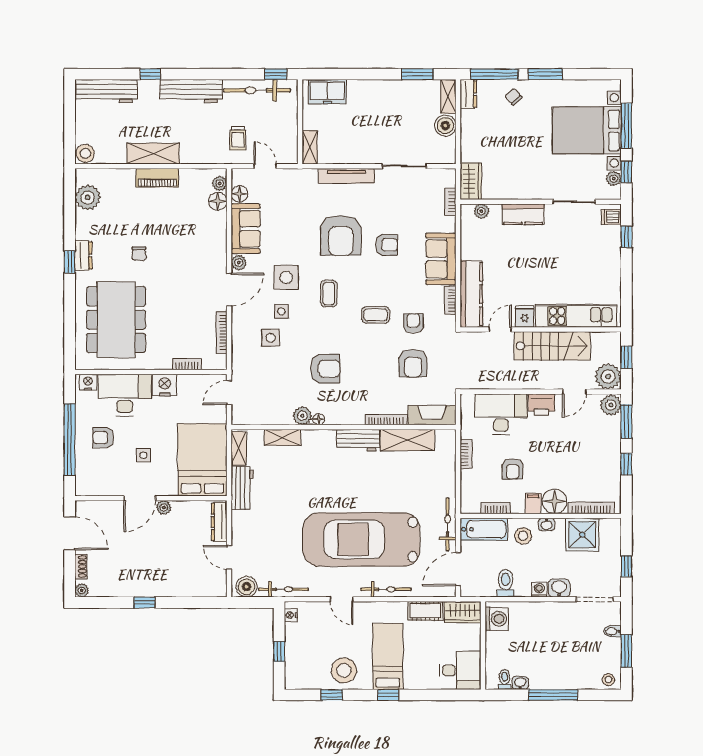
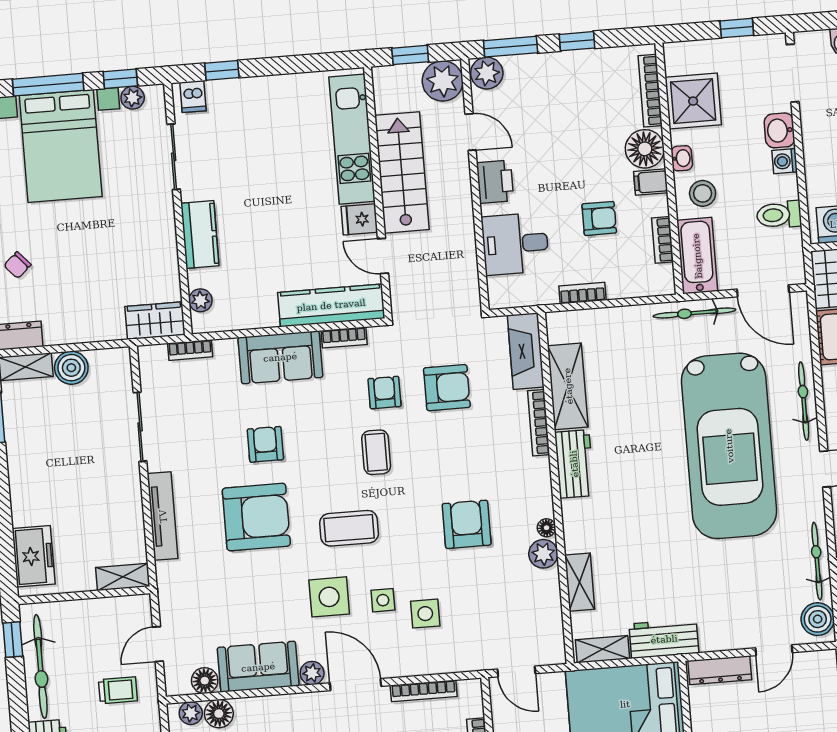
coffee table: (329, 294) -> (349, 528), width x1.36, depth x1.30
armchair: (413, 323) -> (385, 393), turned 90
desk: (501, 414) -> (515, 244), width x0.73

